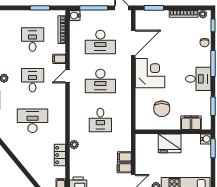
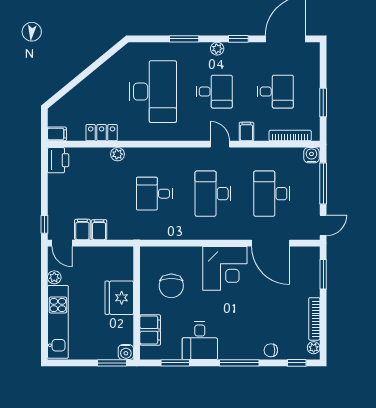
desk: (198, 79) -> (200, 341), moved
chair: (162, 109) -> (171, 286), turned -90
desk: (33, 121) -> (153, 92), width x1.36, depth x1.30

